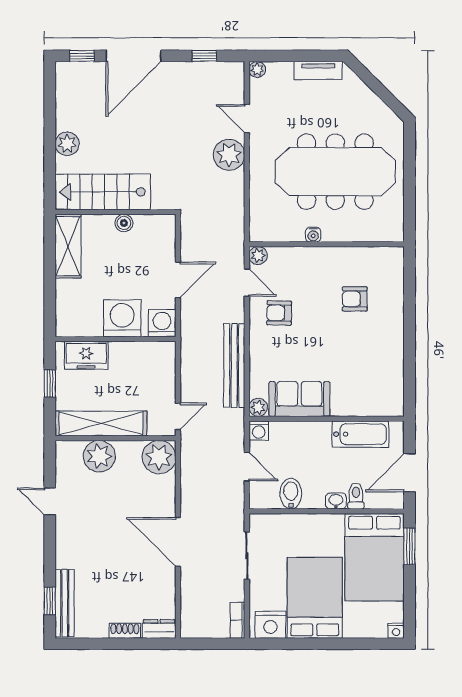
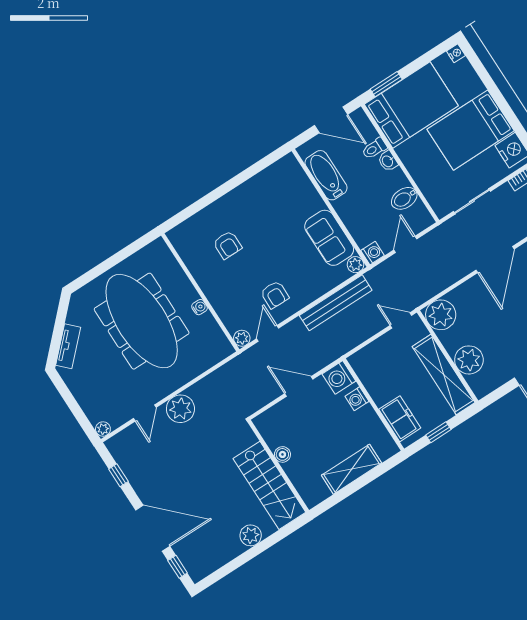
tv unit: (318, 70) -> (68, 346), moved, turned 45
shelving: (68, 246) -> (351, 469), moved
washing machine: (122, 318) -> (357, 399), width x0.53, depth x0.53

